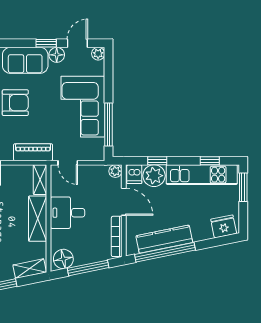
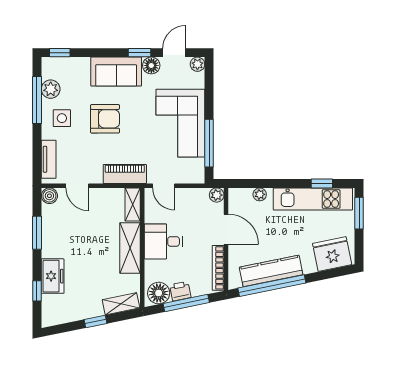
window: (157, 161) -> (263, 184), removed
dishwasher: (134, 174) -> (238, 199), removed
plant: (154, 176) -> (260, 194), width x0.53, depth x0.53
fridge: (224, 226) -> (332, 254), width x1.36, depth x1.34
printer: (83, 257) -> (180, 291), added

